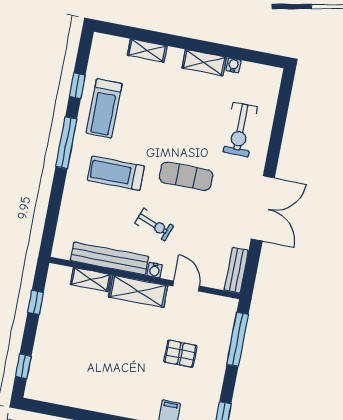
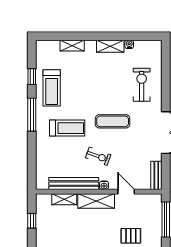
exercise bike: (240, 130) -> (142, 85), turned 180
treadmill: (116, 173) -> (67, 128), turned 180

